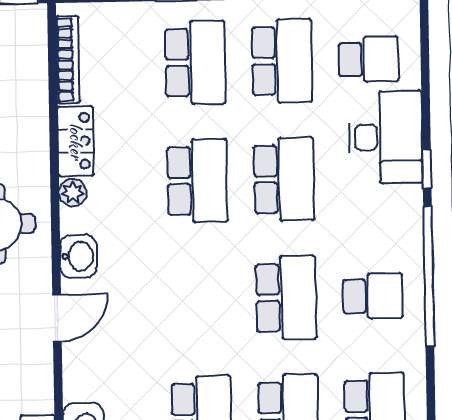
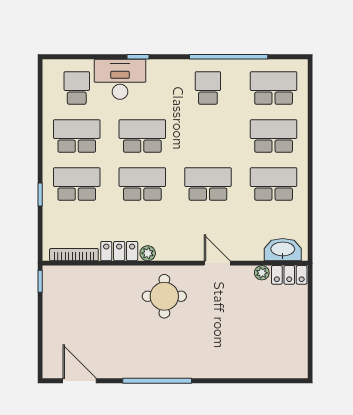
washbasin: (78, 256) -> (183, 251), removed
window: (429, 276) -> (229, 57), moved
school desk: (286, 298) -> (208, 184), moved
plant: (41, 399) -> (262, 273), added

